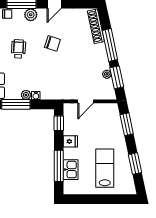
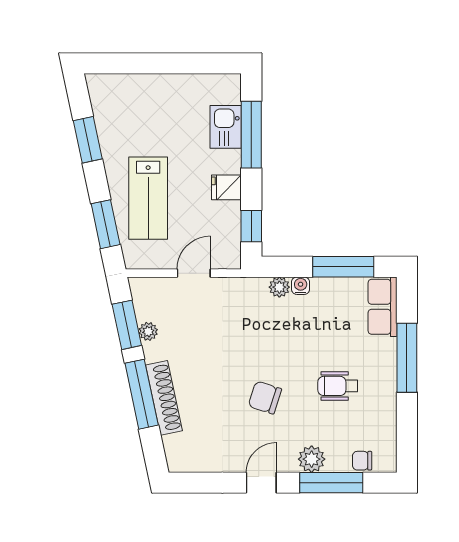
shoe rack: (96, 26) -> (164, 398), moved
wheelchair: (18, 49) -> (338, 386), turned 87
plant: (26, 95) -> (279, 287), moved
lab bench: (105, 168) -> (148, 198), moved

